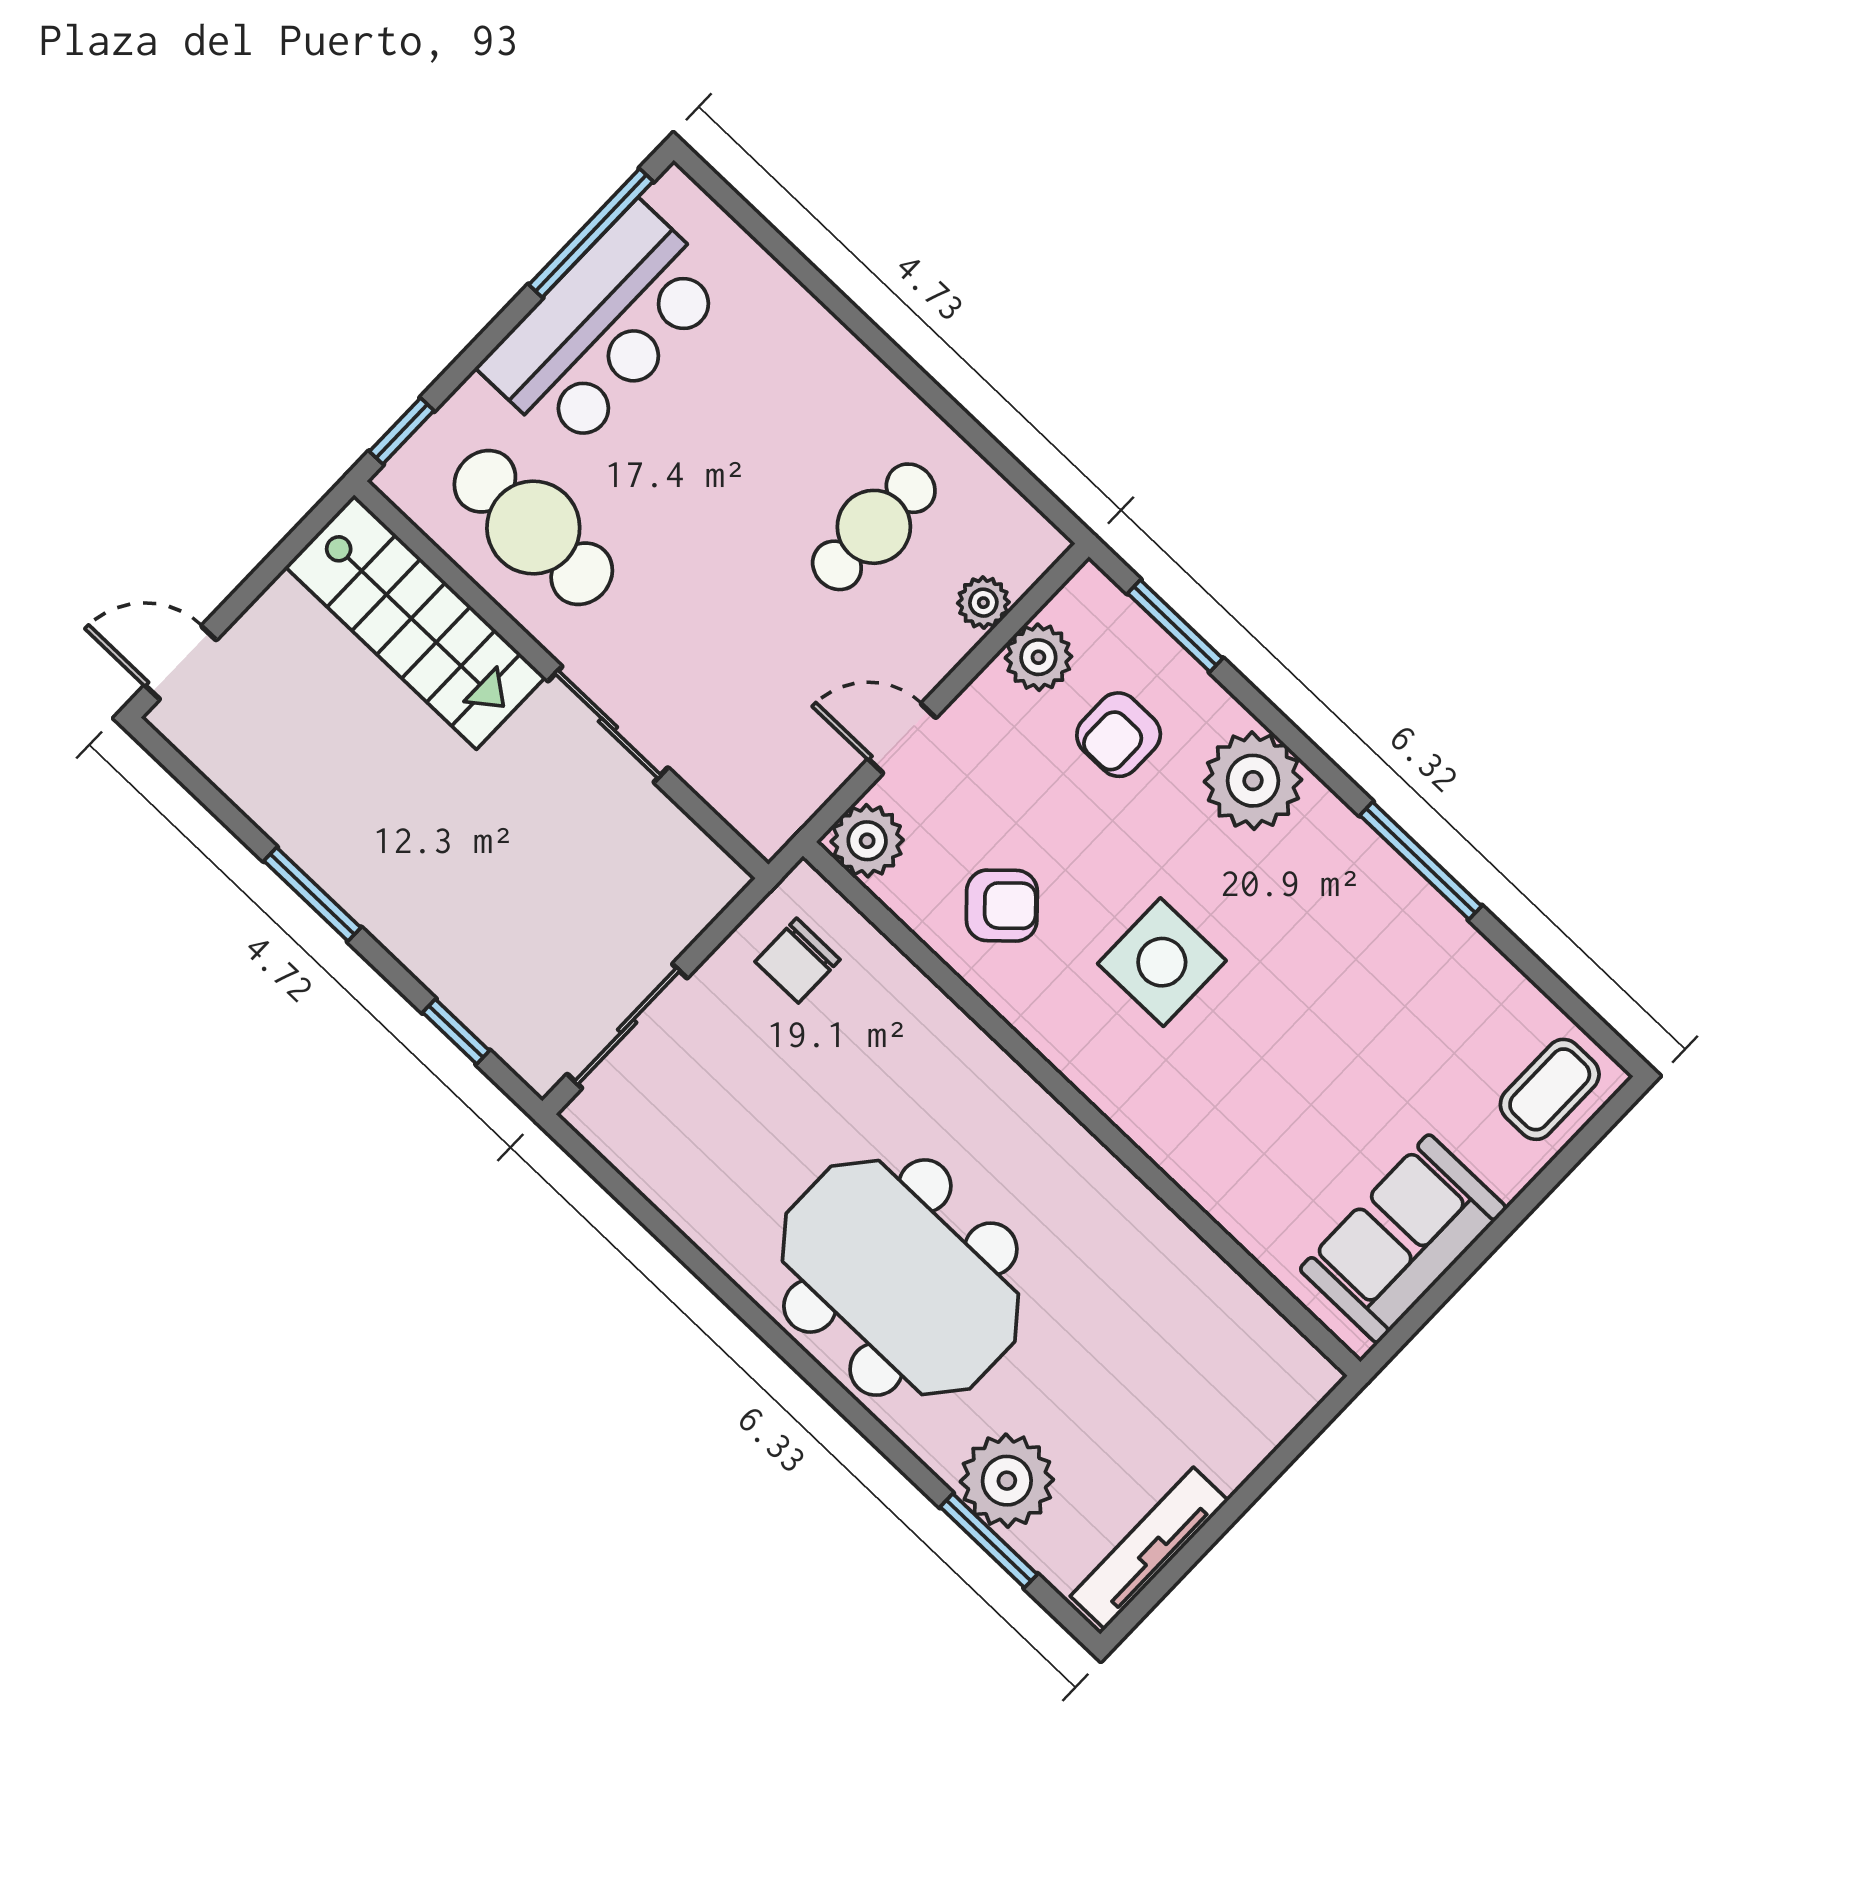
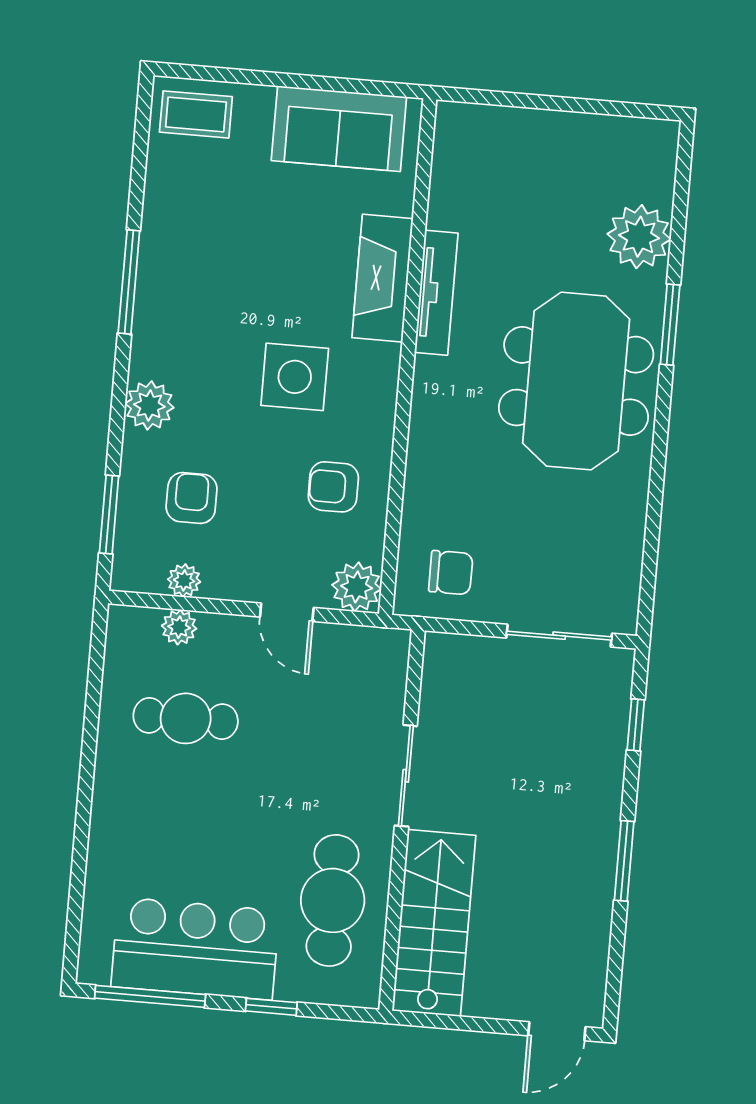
window: (402, 431) -> (271, 1007), moved
plant: (1038, 657) -> (184, 580), width x0.73, depth x0.73
door: (181, 663) -> (557, 1031), hinge flipped
armchair: (1119, 735) -> (192, 498), turned -90
plant: (1253, 781) -> (149, 405), width x0.73, depth x0.73
armchair: (1002, 906) -> (333, 487), turned -47
fireplace: (1194, 1152) -> (382, 278), added
window: (989, 1541) -> (670, 325), moved
tv unit: (1149, 1548) -> (436, 293), moved, turned -90

